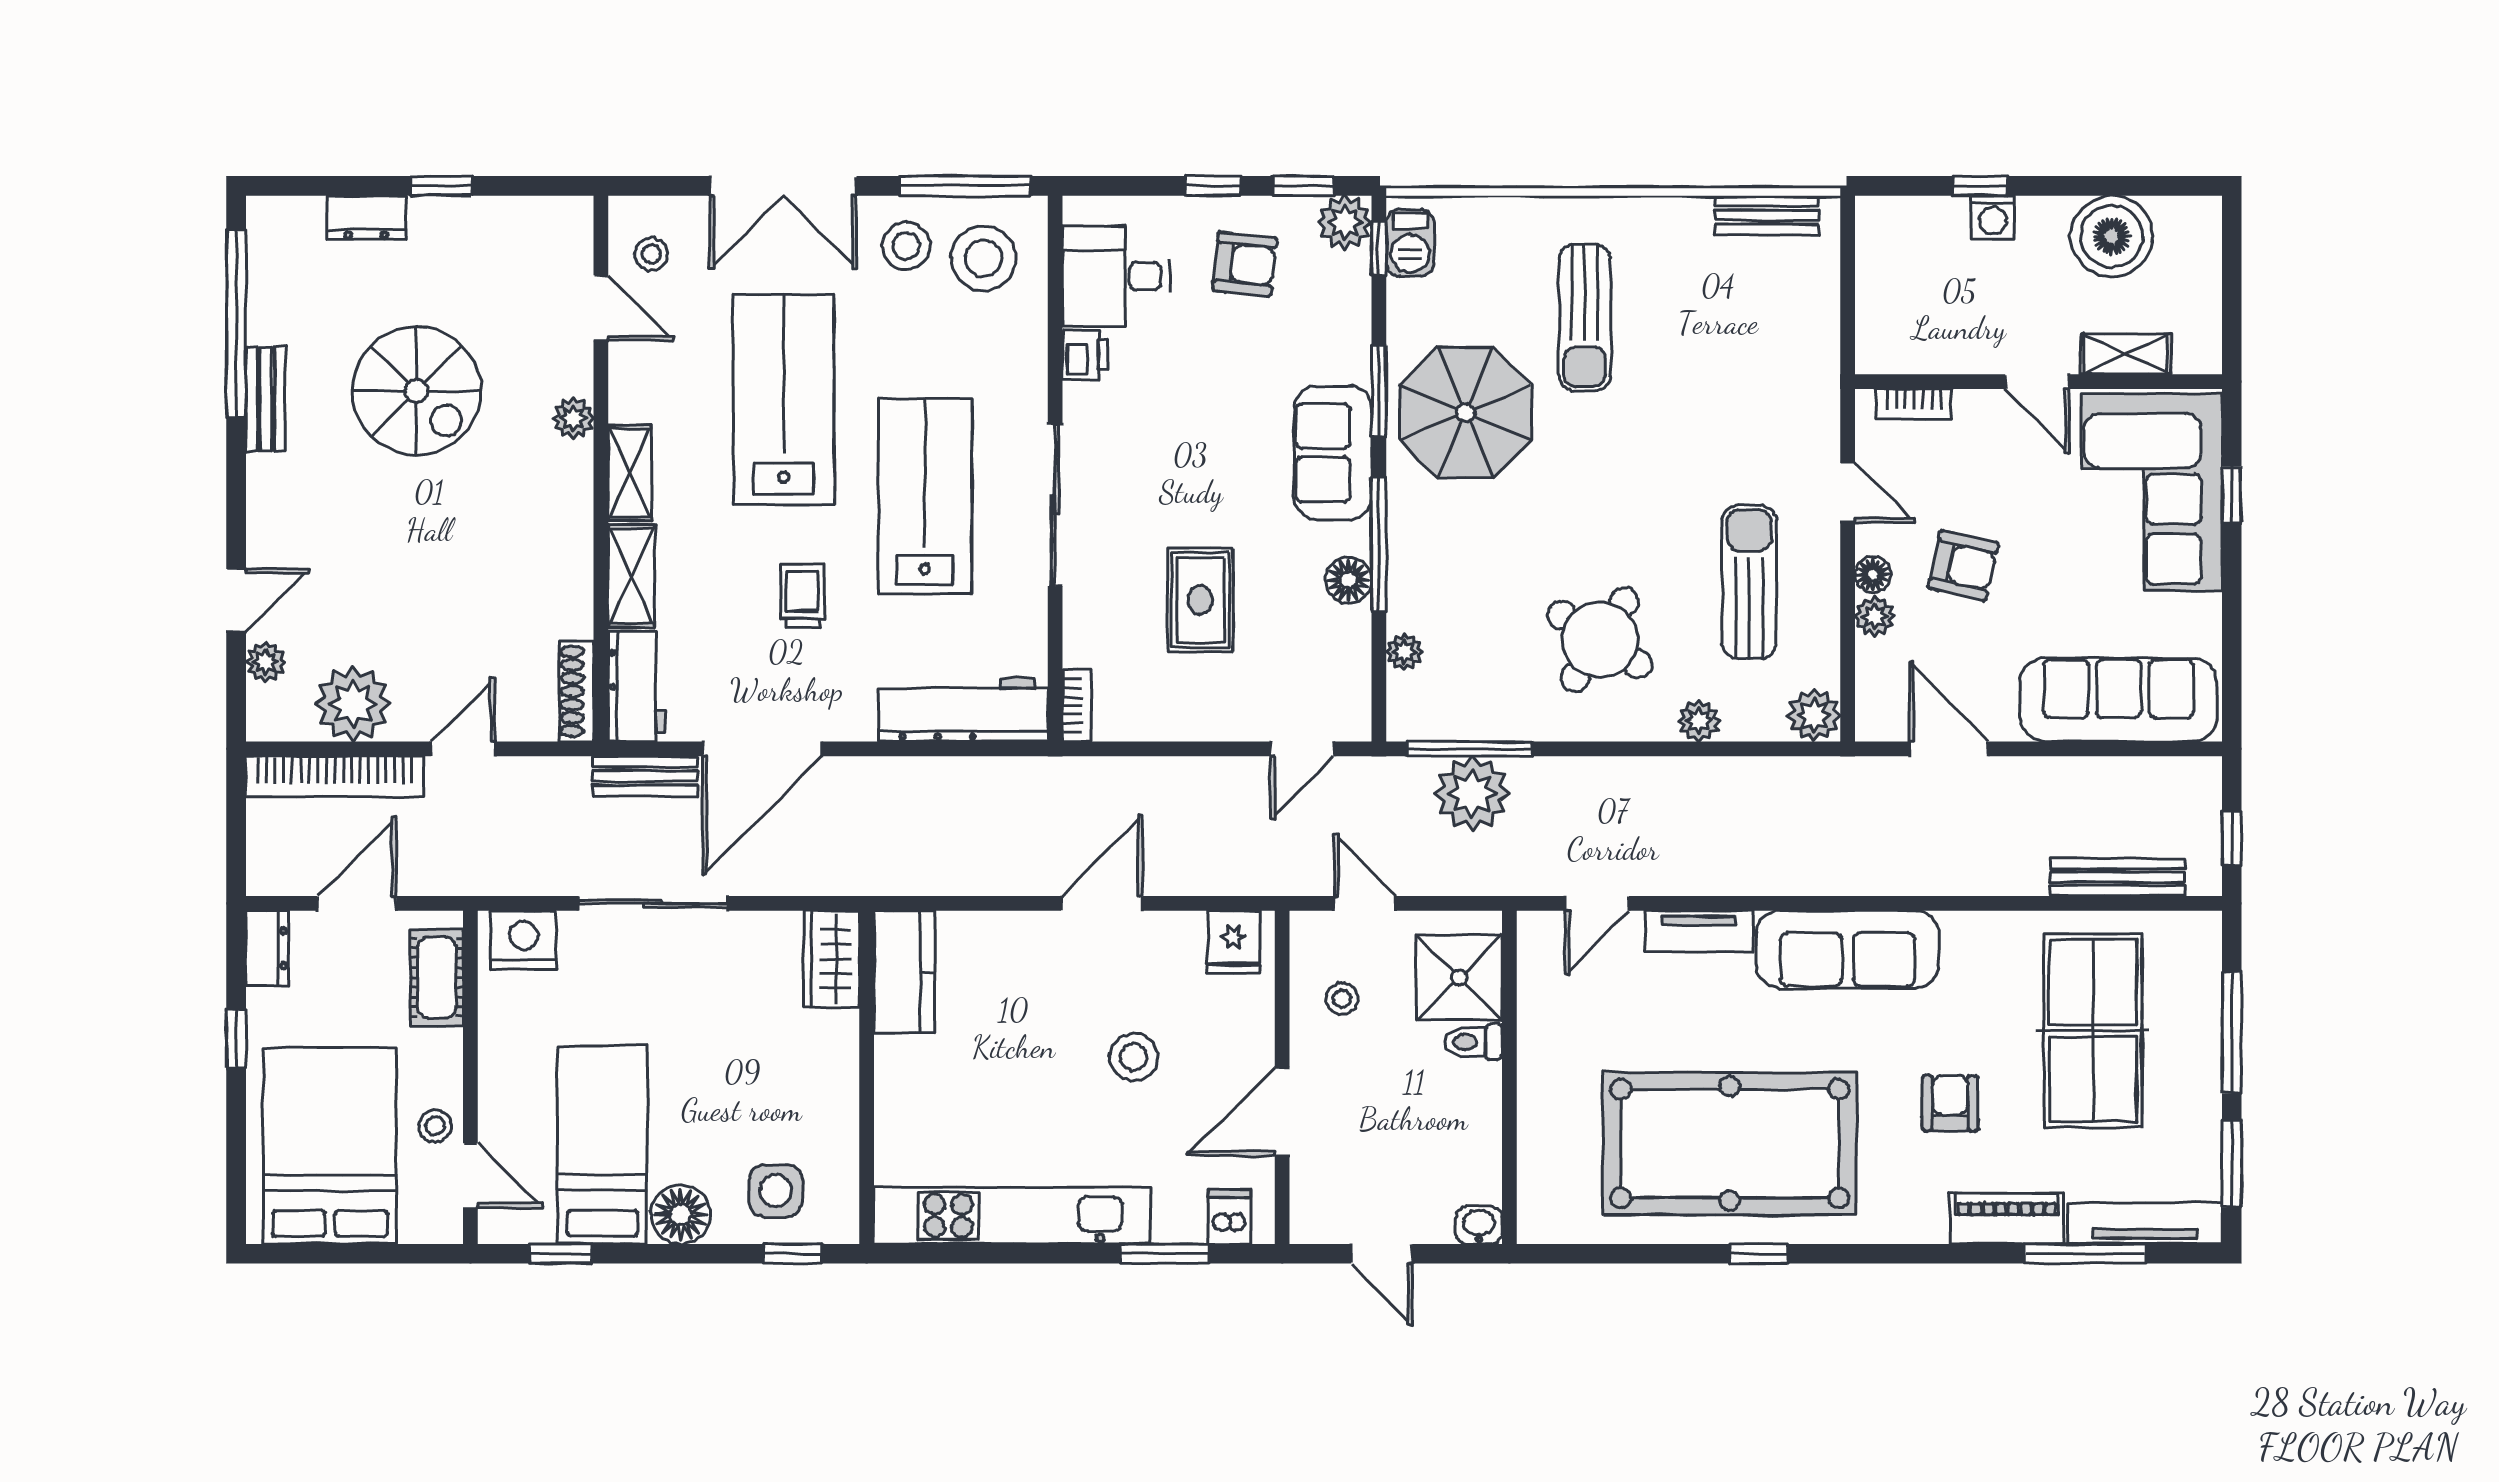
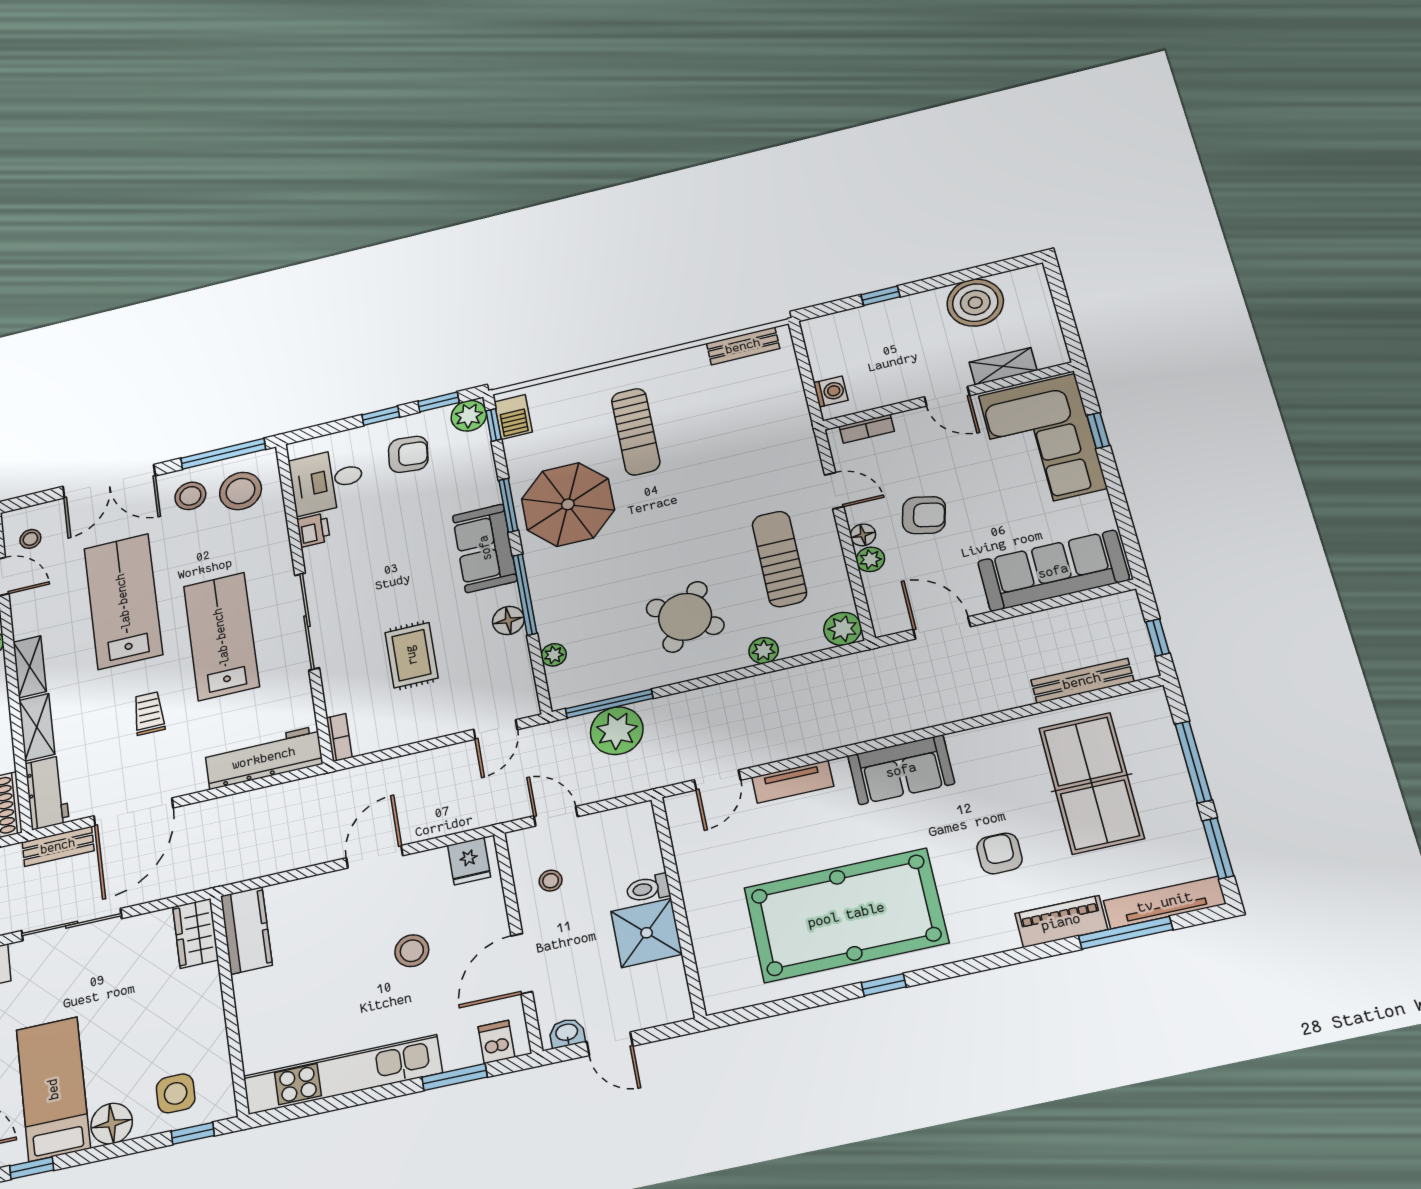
washing machine: (1993, 217) -> (831, 391), moved, turned -90
sofa: (1848, 949) -> (901, 770), width x0.73
shower: (1459, 977) -> (647, 933), moved
washbasin: (1479, 1225) -> (567, 1033), moved

